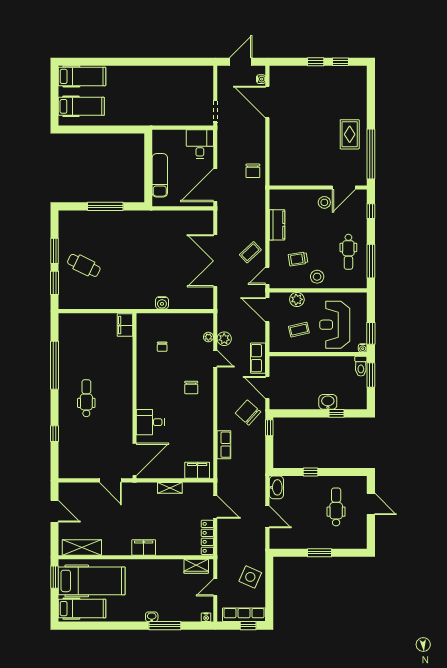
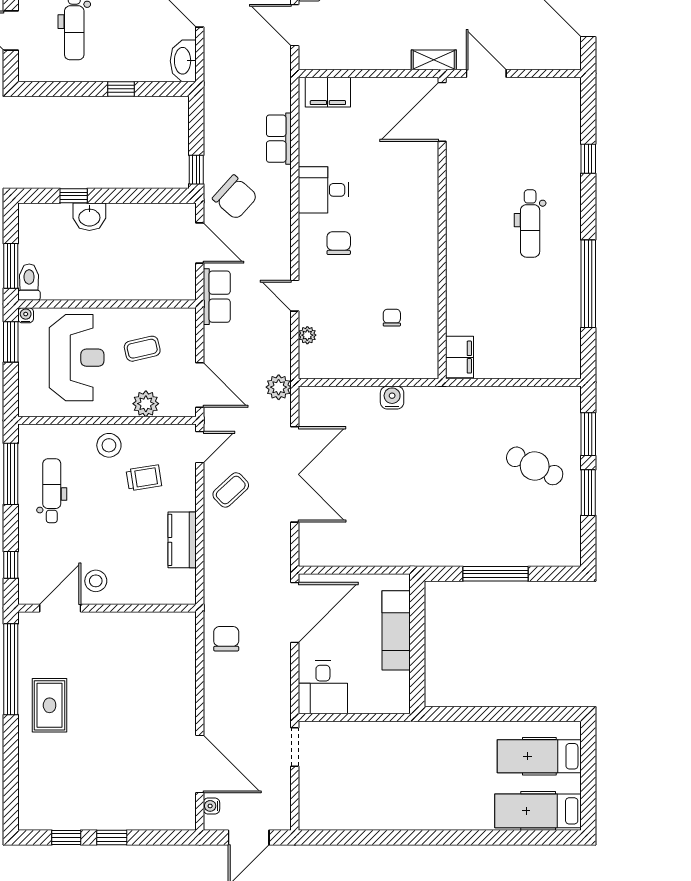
plant: (224, 339) -> (279, 387), moved
desk: (150, 422) -> (324, 190), moved, turned 180
shelving: (170, 488) -> (434, 60), moved

